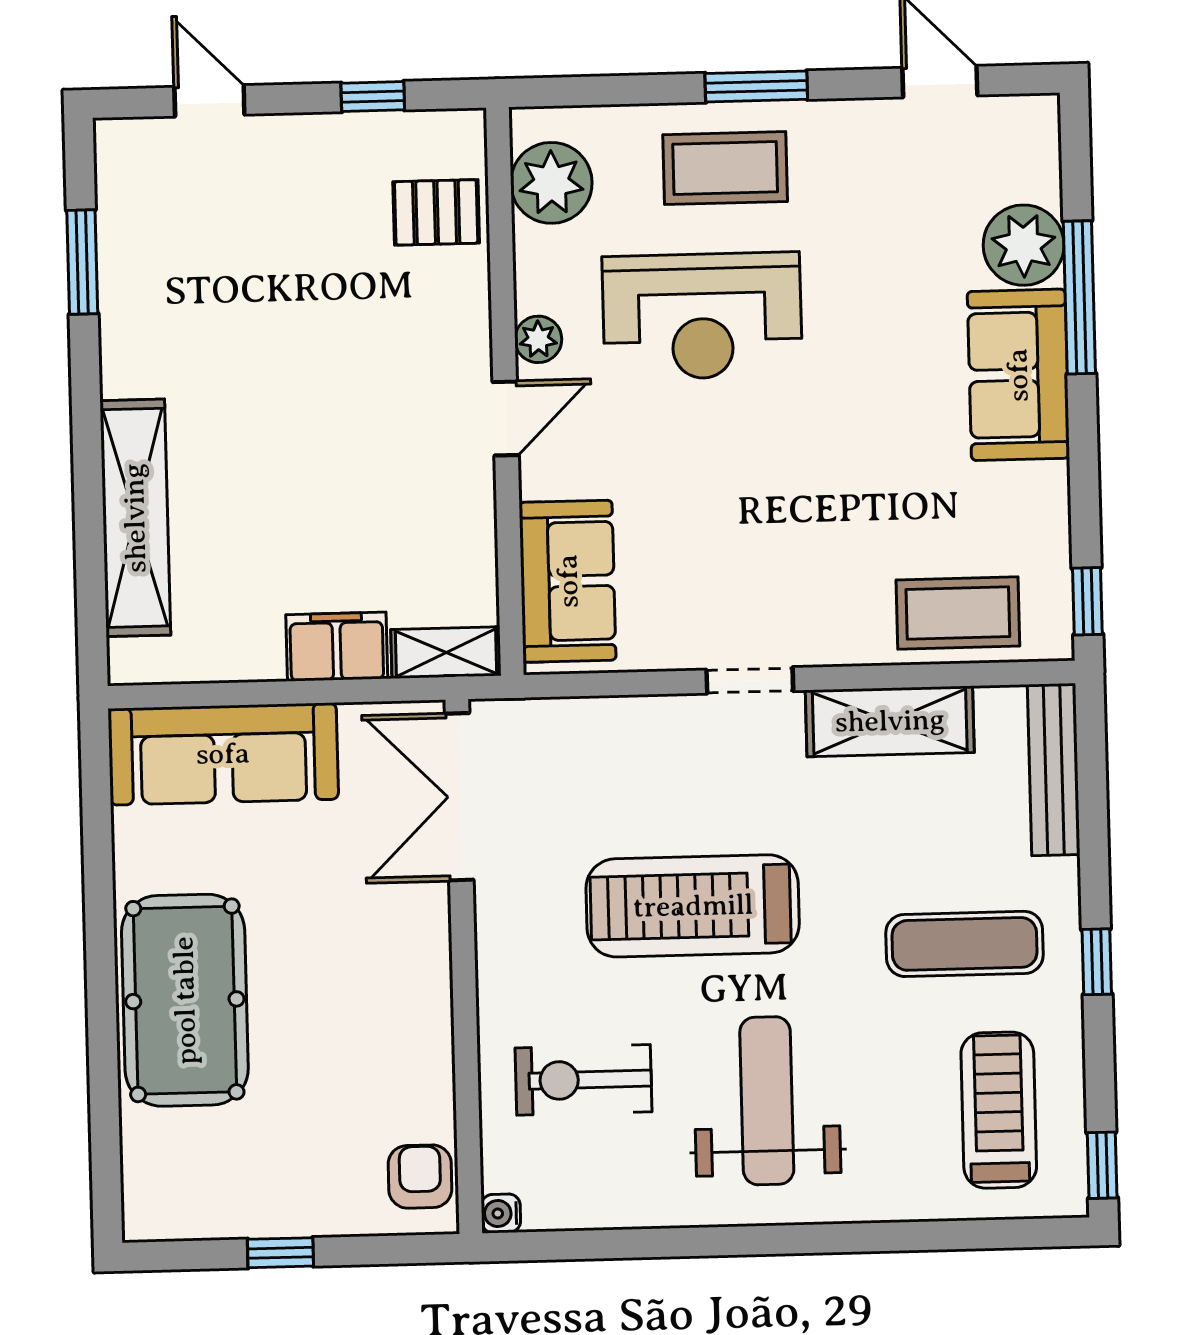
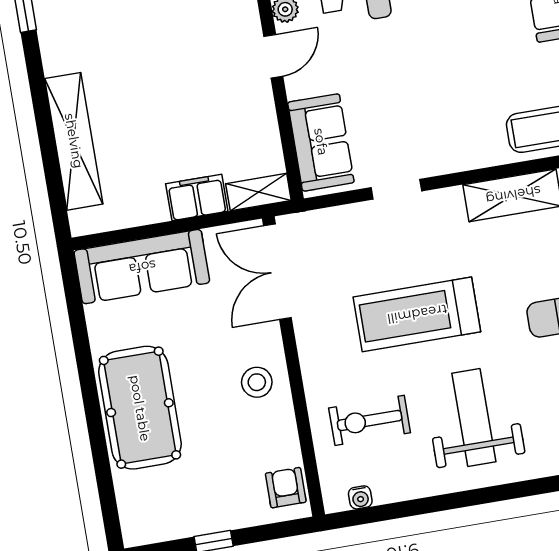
doorway: (750, 680) -> (396, 189), moved
stool: (396, 985) -> (257, 382), added
water cooler: (501, 1213) -> (360, 497), moved, turned -90

